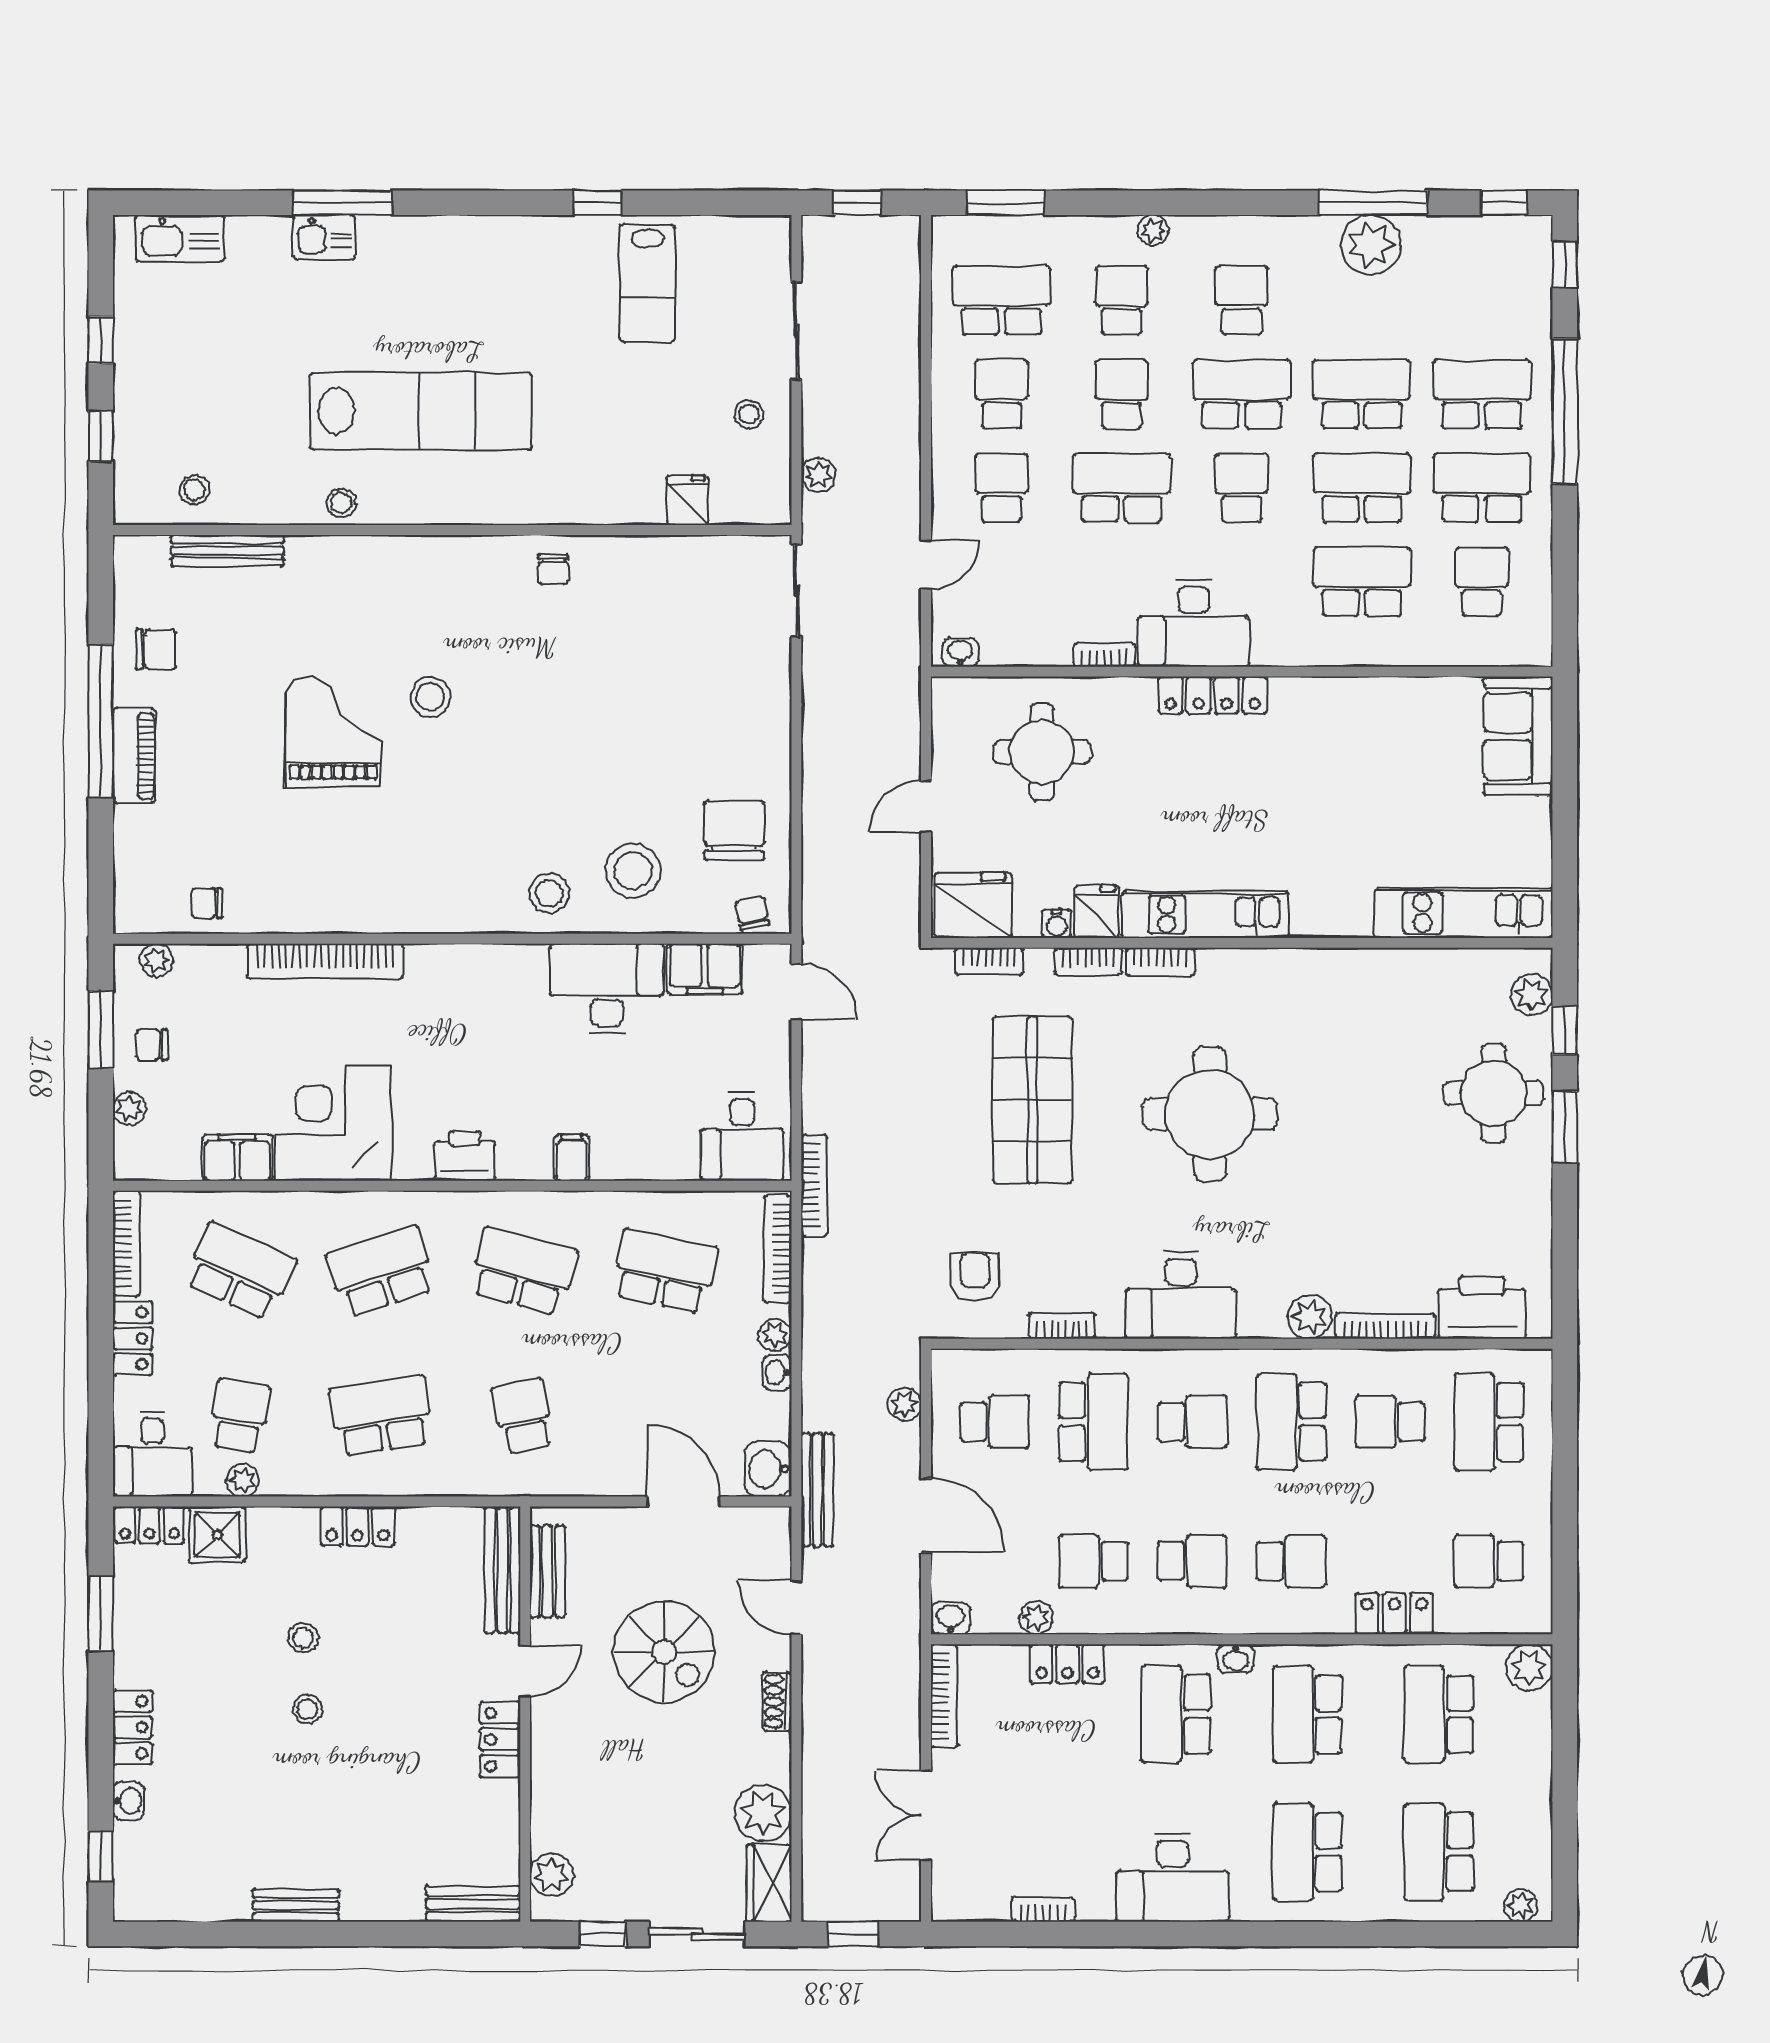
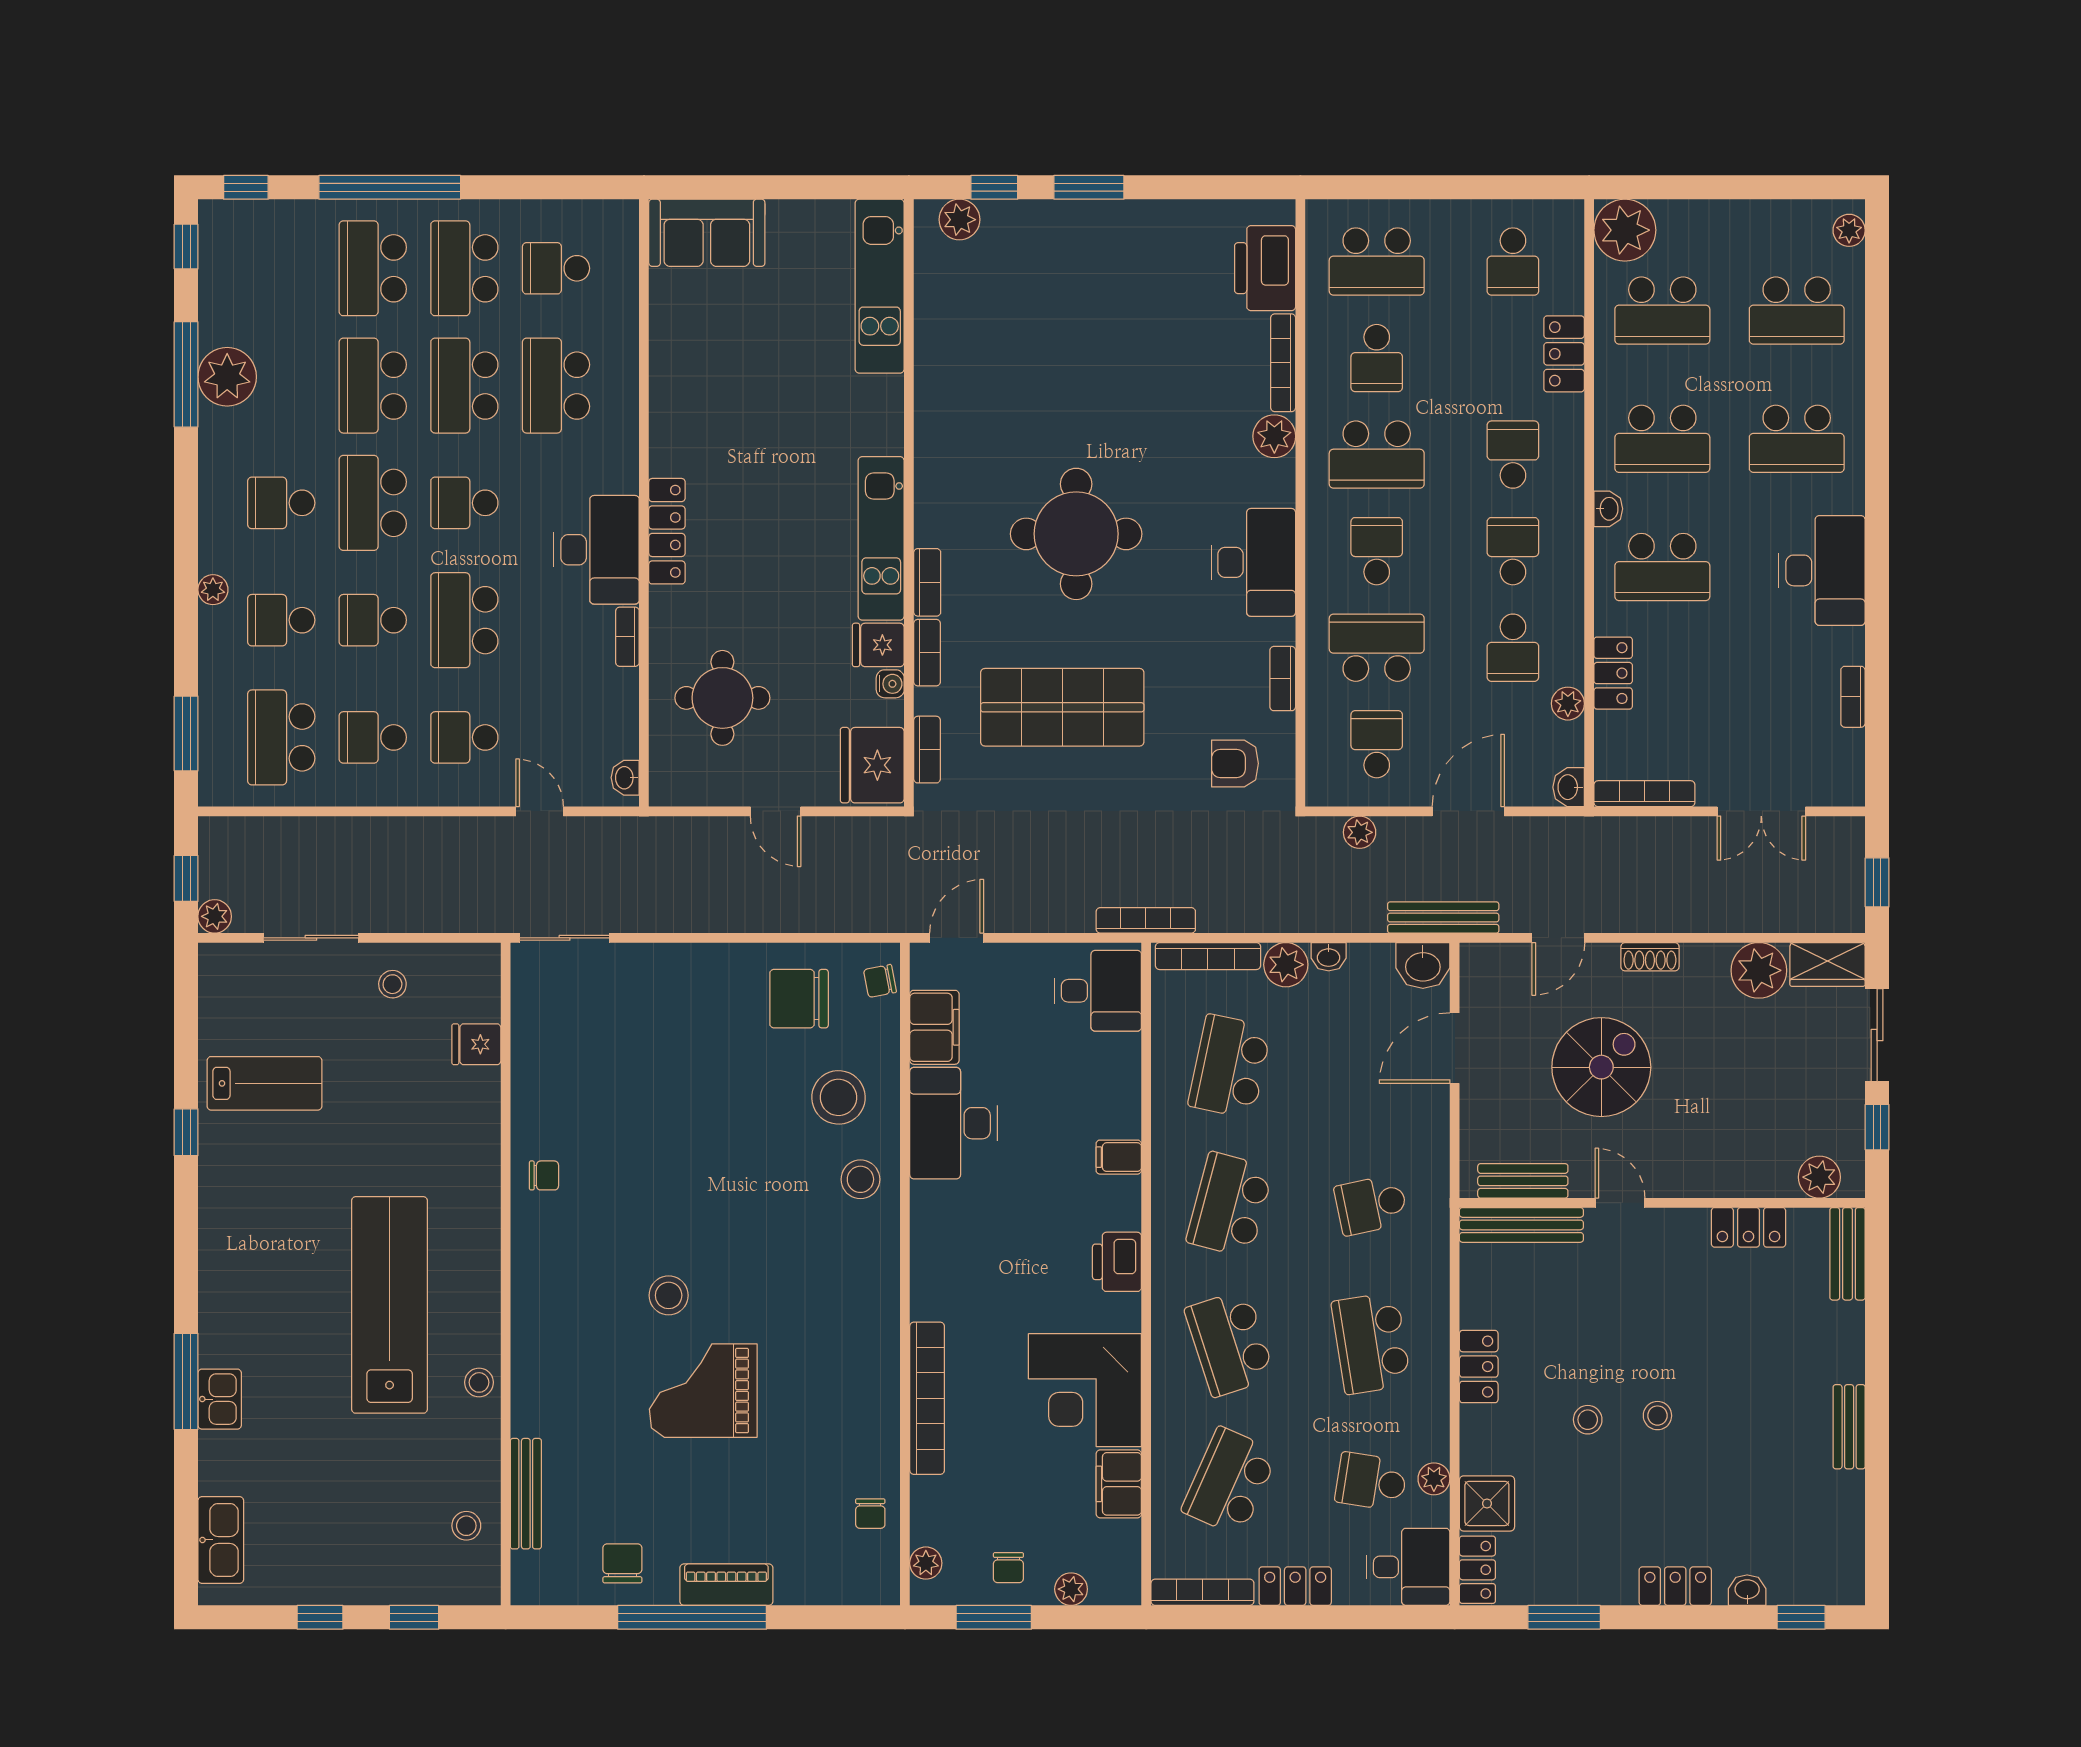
plant: (818, 475) -> (215, 916), moved
round table: (1494, 1093) -> (1056, 257), removed
plant: (775, 1335) -> (1286, 965), width x1.38, depth x1.38
plant: (1529, 1667) -> (1625, 230), width x1.36, depth x1.36
locker: (500, 1740) -> (1748, 1227), moved

